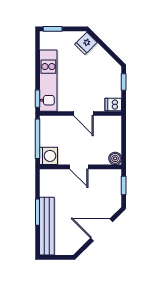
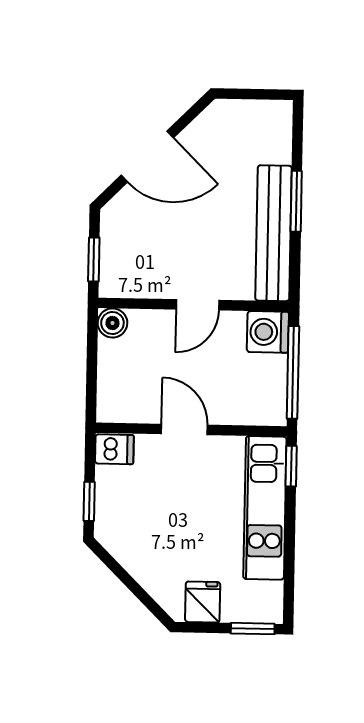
fridge: (86, 43) -> (203, 602), moved, turned -45
door: (79, 167) -> (198, 305), swing flipped
bench: (47, 226) -> (274, 233), moved

